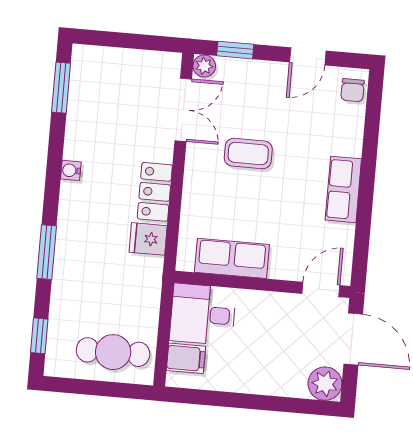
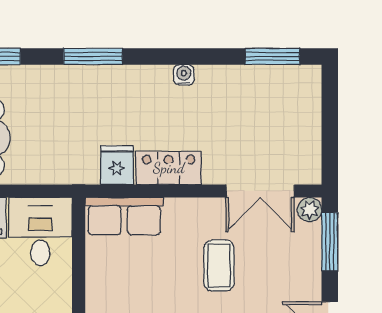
window: (235, 50) -> (330, 242), width x1.50
row of seats: (232, 258) -> (124, 216), moved, turned 90

